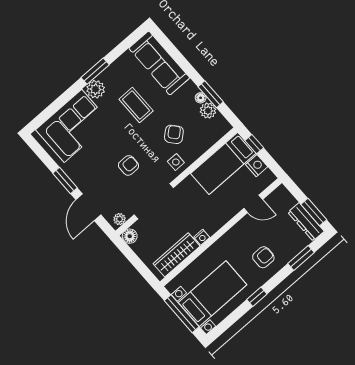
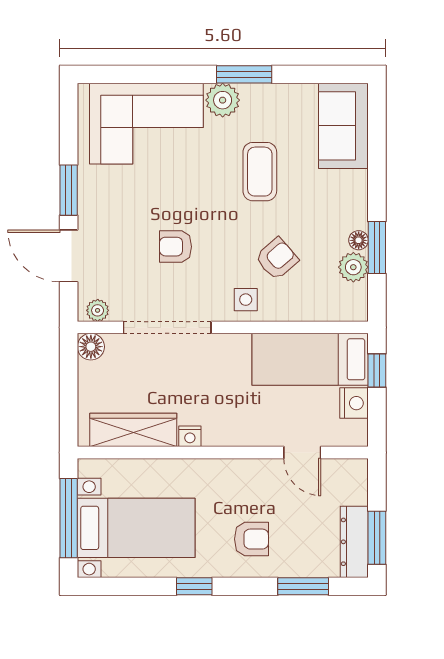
sofa: (159, 63) -> (343, 126), width x0.73
armchair: (129, 165) -> (175, 247), turned 180
door: (88, 207) -> (69, 256), hinge flipped

